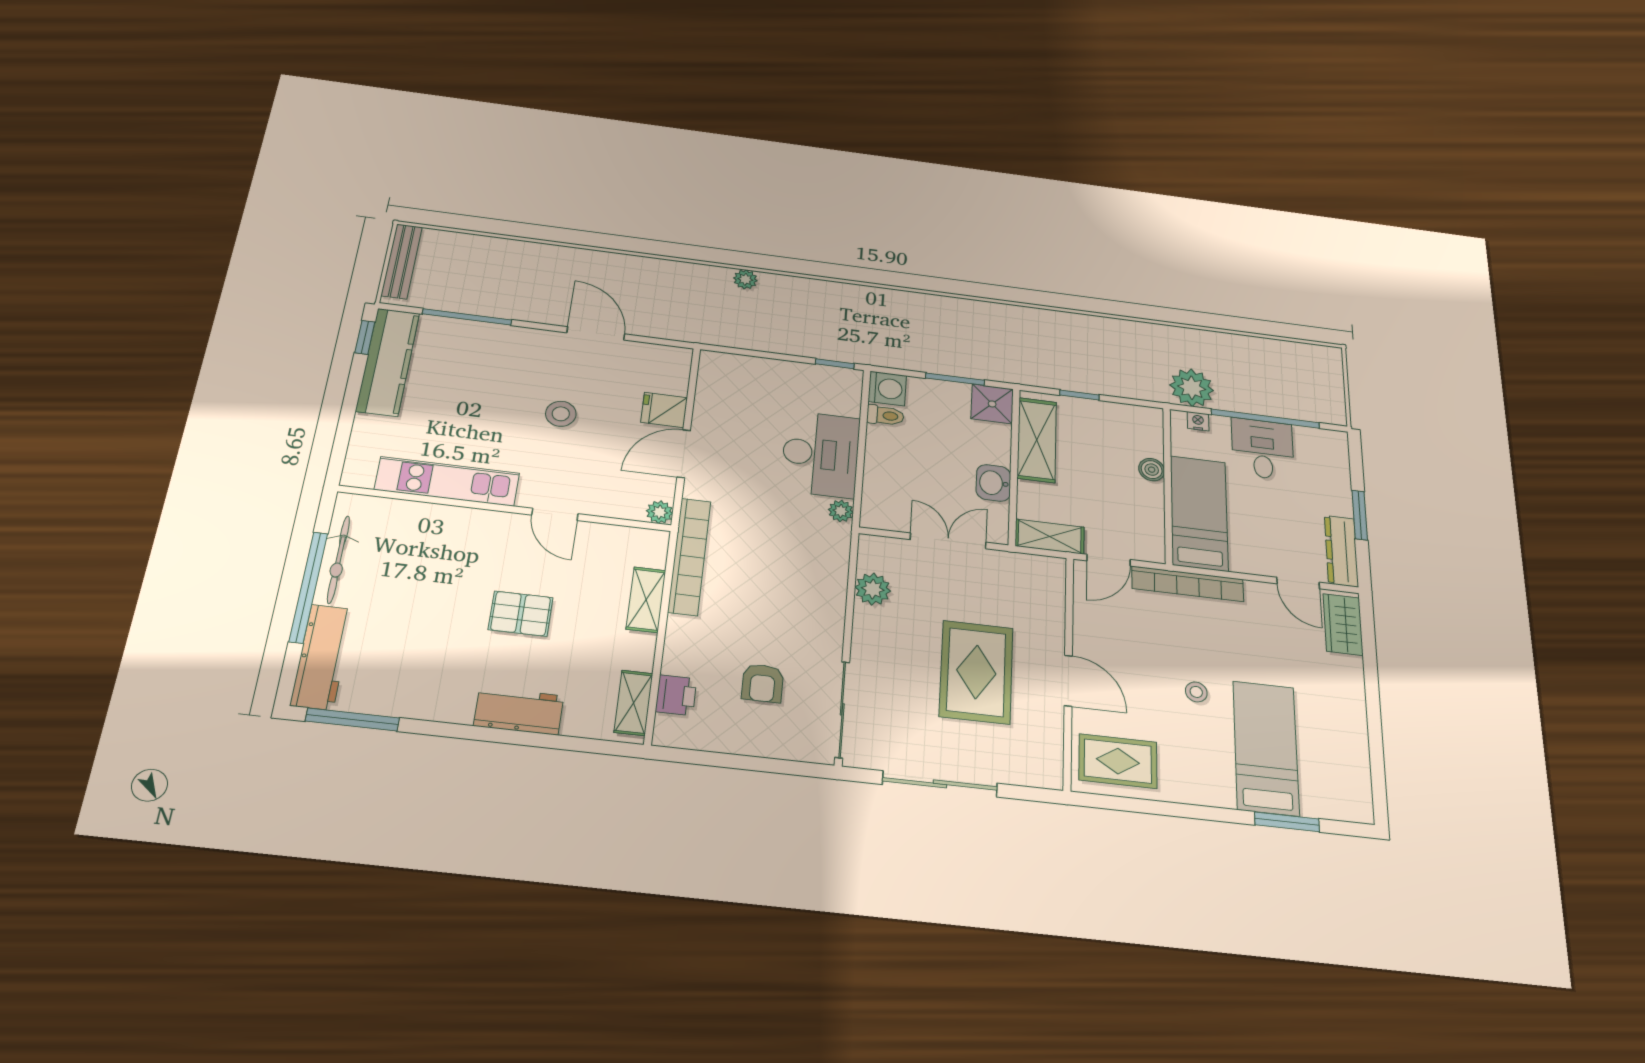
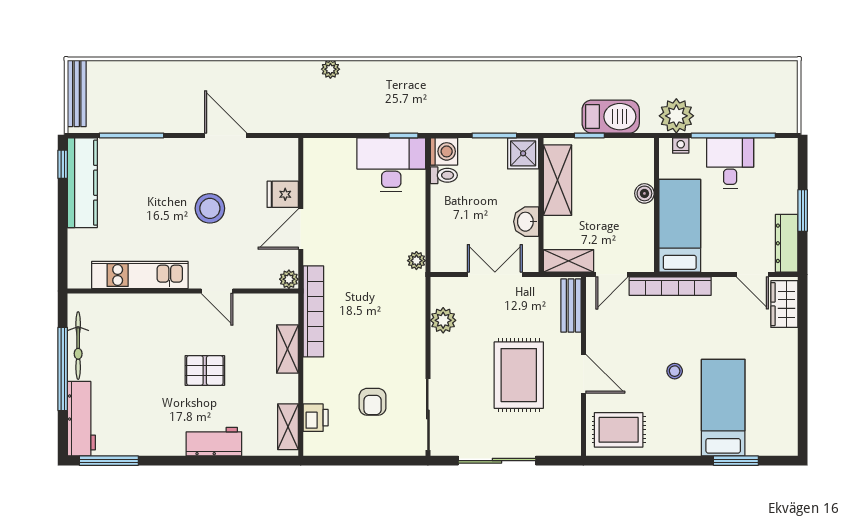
barbecue: (1107, 378) -> (611, 117), added
stool: (561, 414) -> (210, 208), width x1.38, depth x1.38
desk: (821, 454) -> (391, 165), moved, turned -90
bench: (1052, 592) -> (571, 306), added

